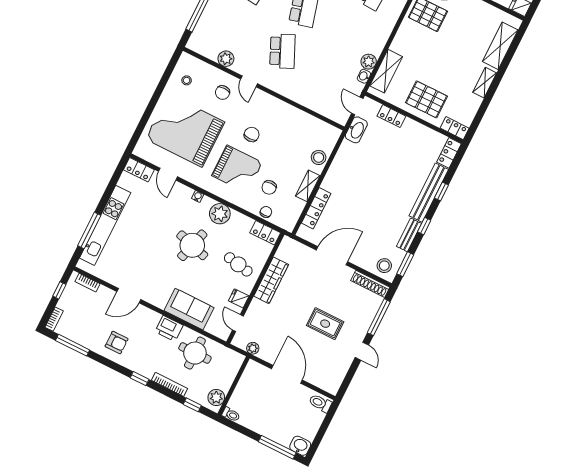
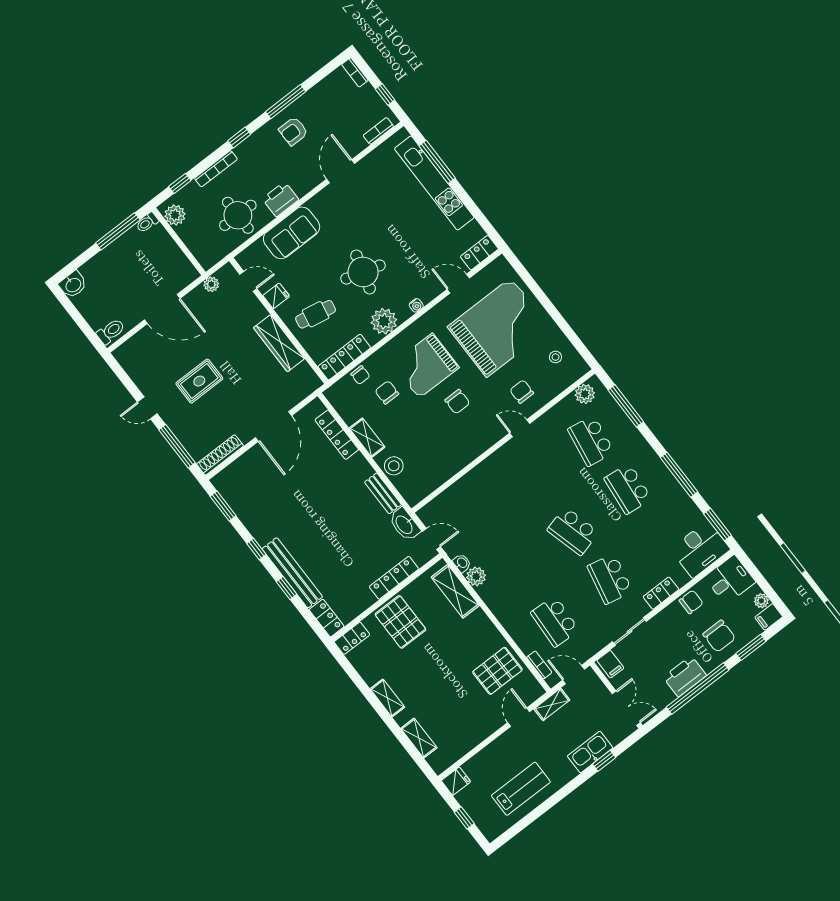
shelving: (500, 46) -> (419, 738), width x0.67, depth x0.75
school desk: (282, 51) -> (591, 441), moved, turned 33
plant: (226, 59) -> (585, 394), moved
pallet: (427, 99) -> (400, 622), turned 90
locker: (391, 116) -> (394, 578), width x1.53
locker: (265, 233) -> (344, 357), width x1.53
bench: (409, 235) -> (383, 493), moved
stool: (384, 266) -> (233, 481), removed
window: (73, 345) -> (286, 102), moved
window: (277, 447) -> (118, 231), moved

